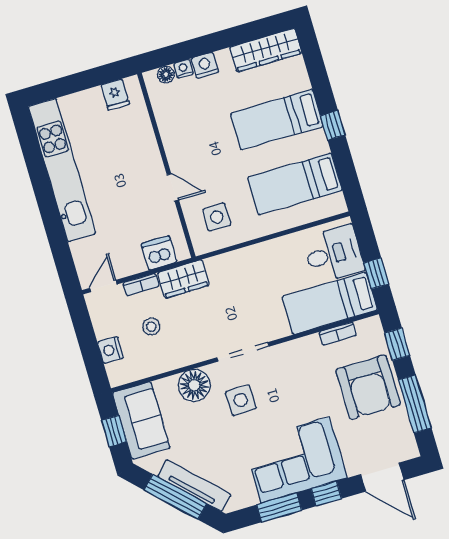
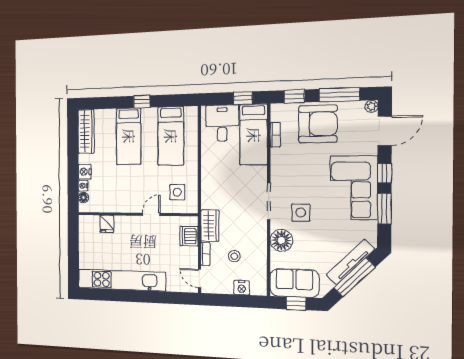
fridge: (115, 95) -> (107, 224), moved, turned 90
plant: (410, 451) -> (372, 106), added

